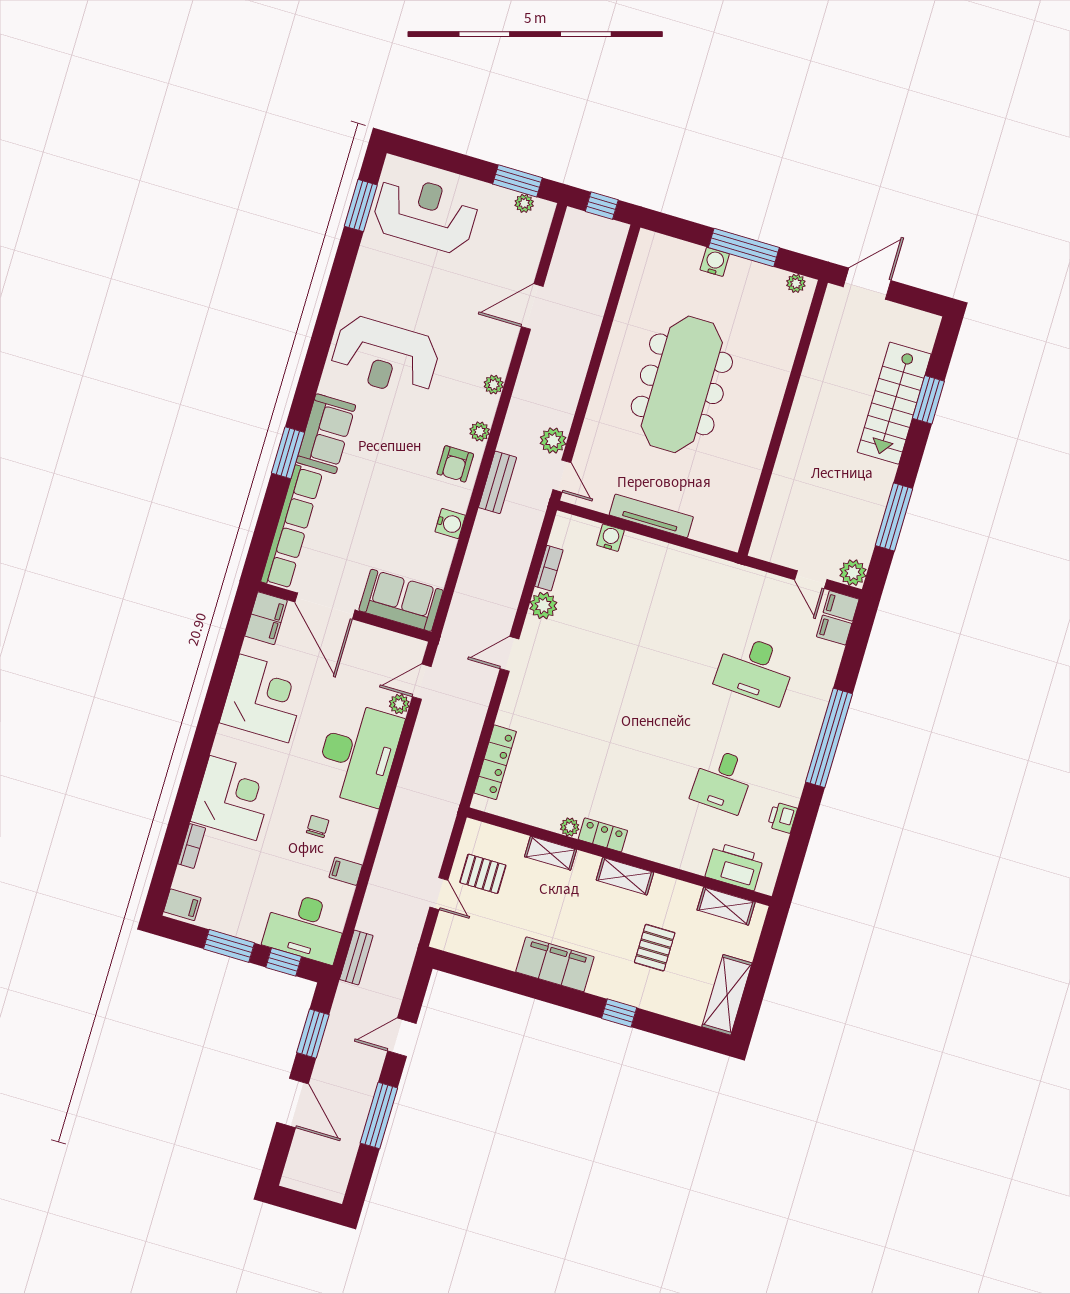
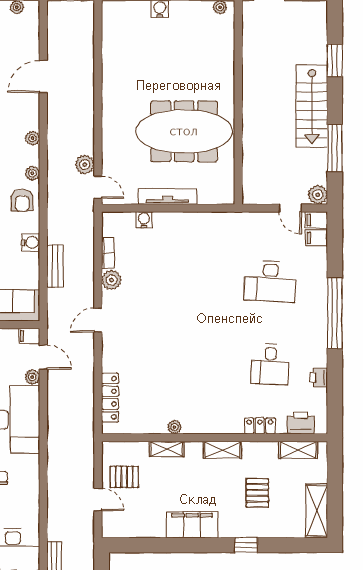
meeting table: (682, 384) -> (184, 131), moved, turned 90
stairs: (894, 403) -> (312, 106), moved
bench: (498, 482) -> (55, 266), moved
door: (422, 682) -> (43, 357), swing flipped
locker: (603, 835) -> (260, 426), moved
printer: (735, 866) -> (301, 423), width x0.73, depth x0.84
filing cabinet: (346, 871) -> (29, 336), moved

